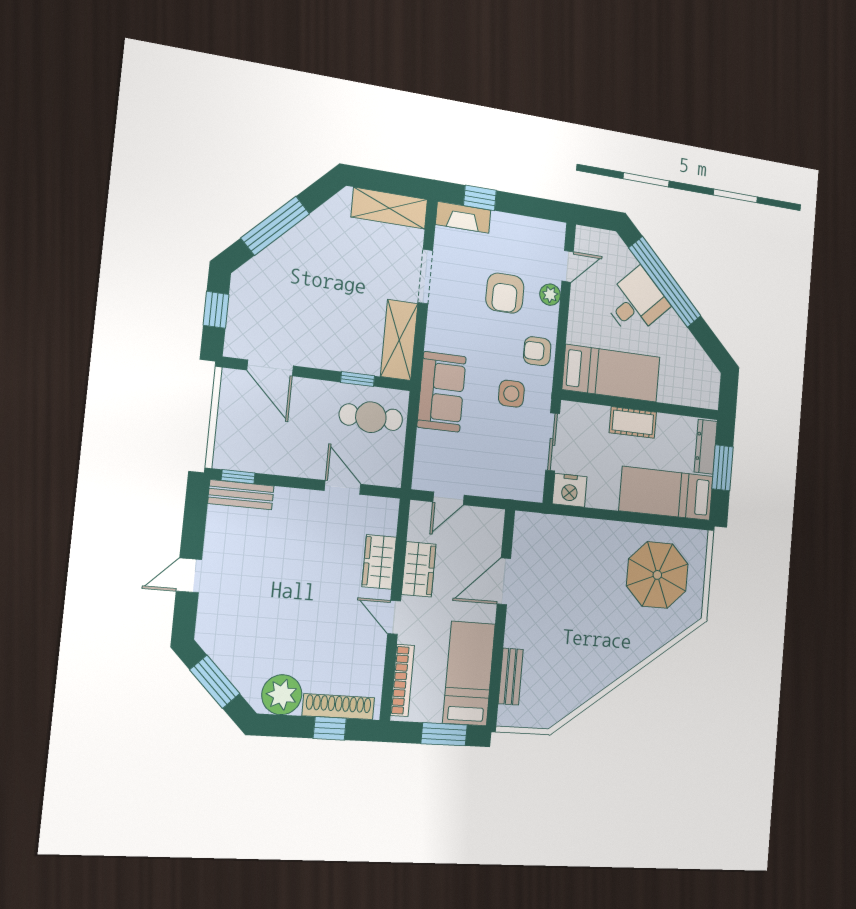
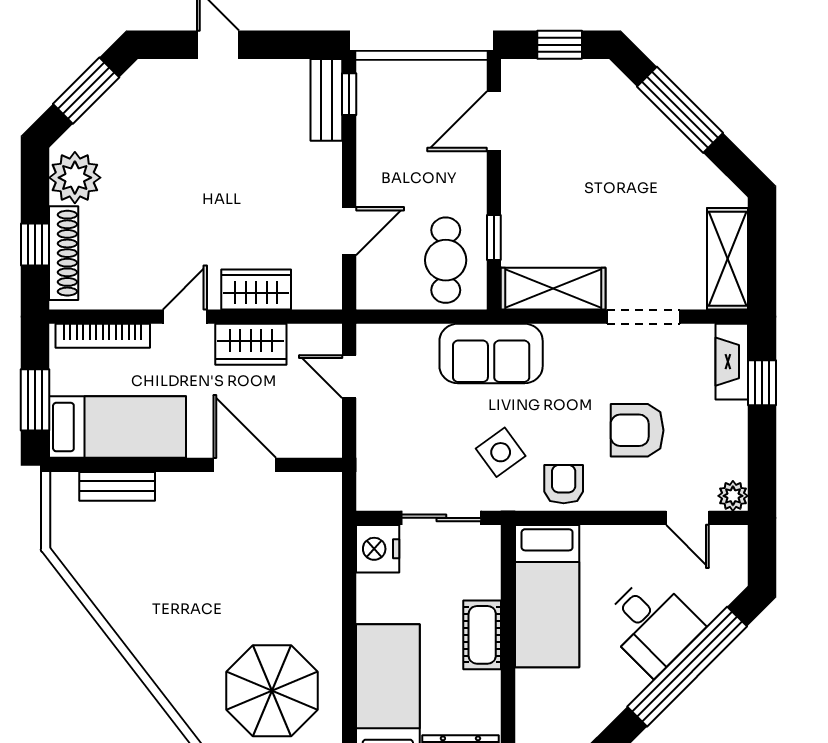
plant: (550, 295) -> (733, 496), moved
side table: (511, 394) -> (501, 452), turned -36

